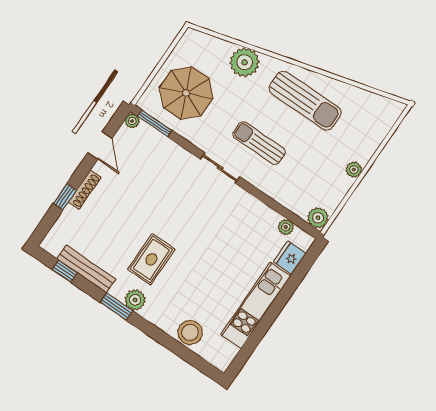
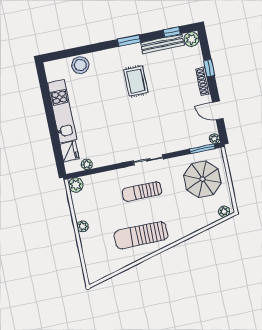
plant: (245, 62) -> (224, 212), moved, width x0.53, depth x0.53
sun lounger: (259, 143) -> (142, 192), turned 180
plant: (135, 300) -> (191, 39), moved

